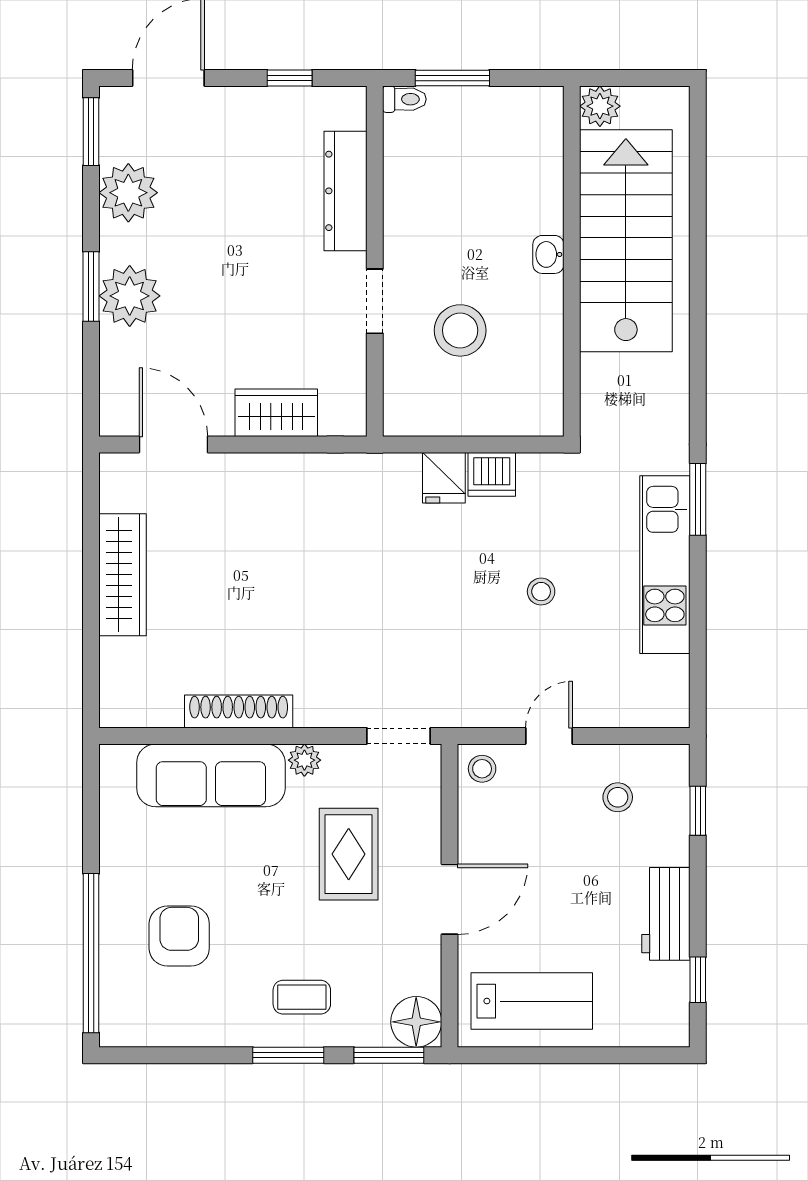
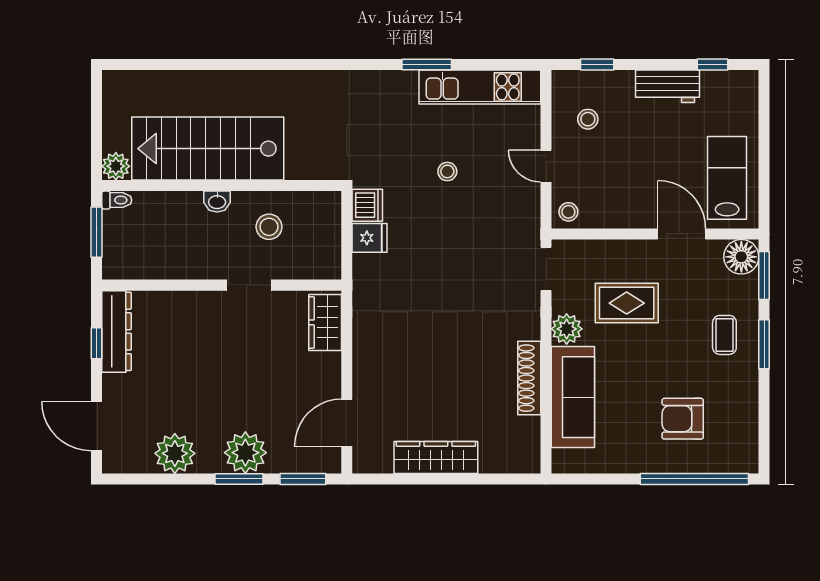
toilet: (404, 99) -> (117, 200), moved, turned 90
plant: (600, 106) -> (116, 166), moved
window: (91, 132) -> (303, 479), moved
dresser: (346, 191) -> (116, 331), moved, turned -90
stairs: (626, 241) -> (208, 149), moved
washbasin: (548, 254) -> (217, 201), moved
wall: (572, 261) -> (222, 186), moved
stool: (460, 330) -> (269, 227), width x0.73, depth x0.73
wardrobe: (276, 413) -> (325, 322), moved
window: (698, 499) -> (427, 64), moved
kitchen unit: (665, 565) -> (480, 87), moved
plant: (304, 760) -> (567, 329), width x1.38, depth x1.38
door: (450, 899) -> (682, 234), moved

